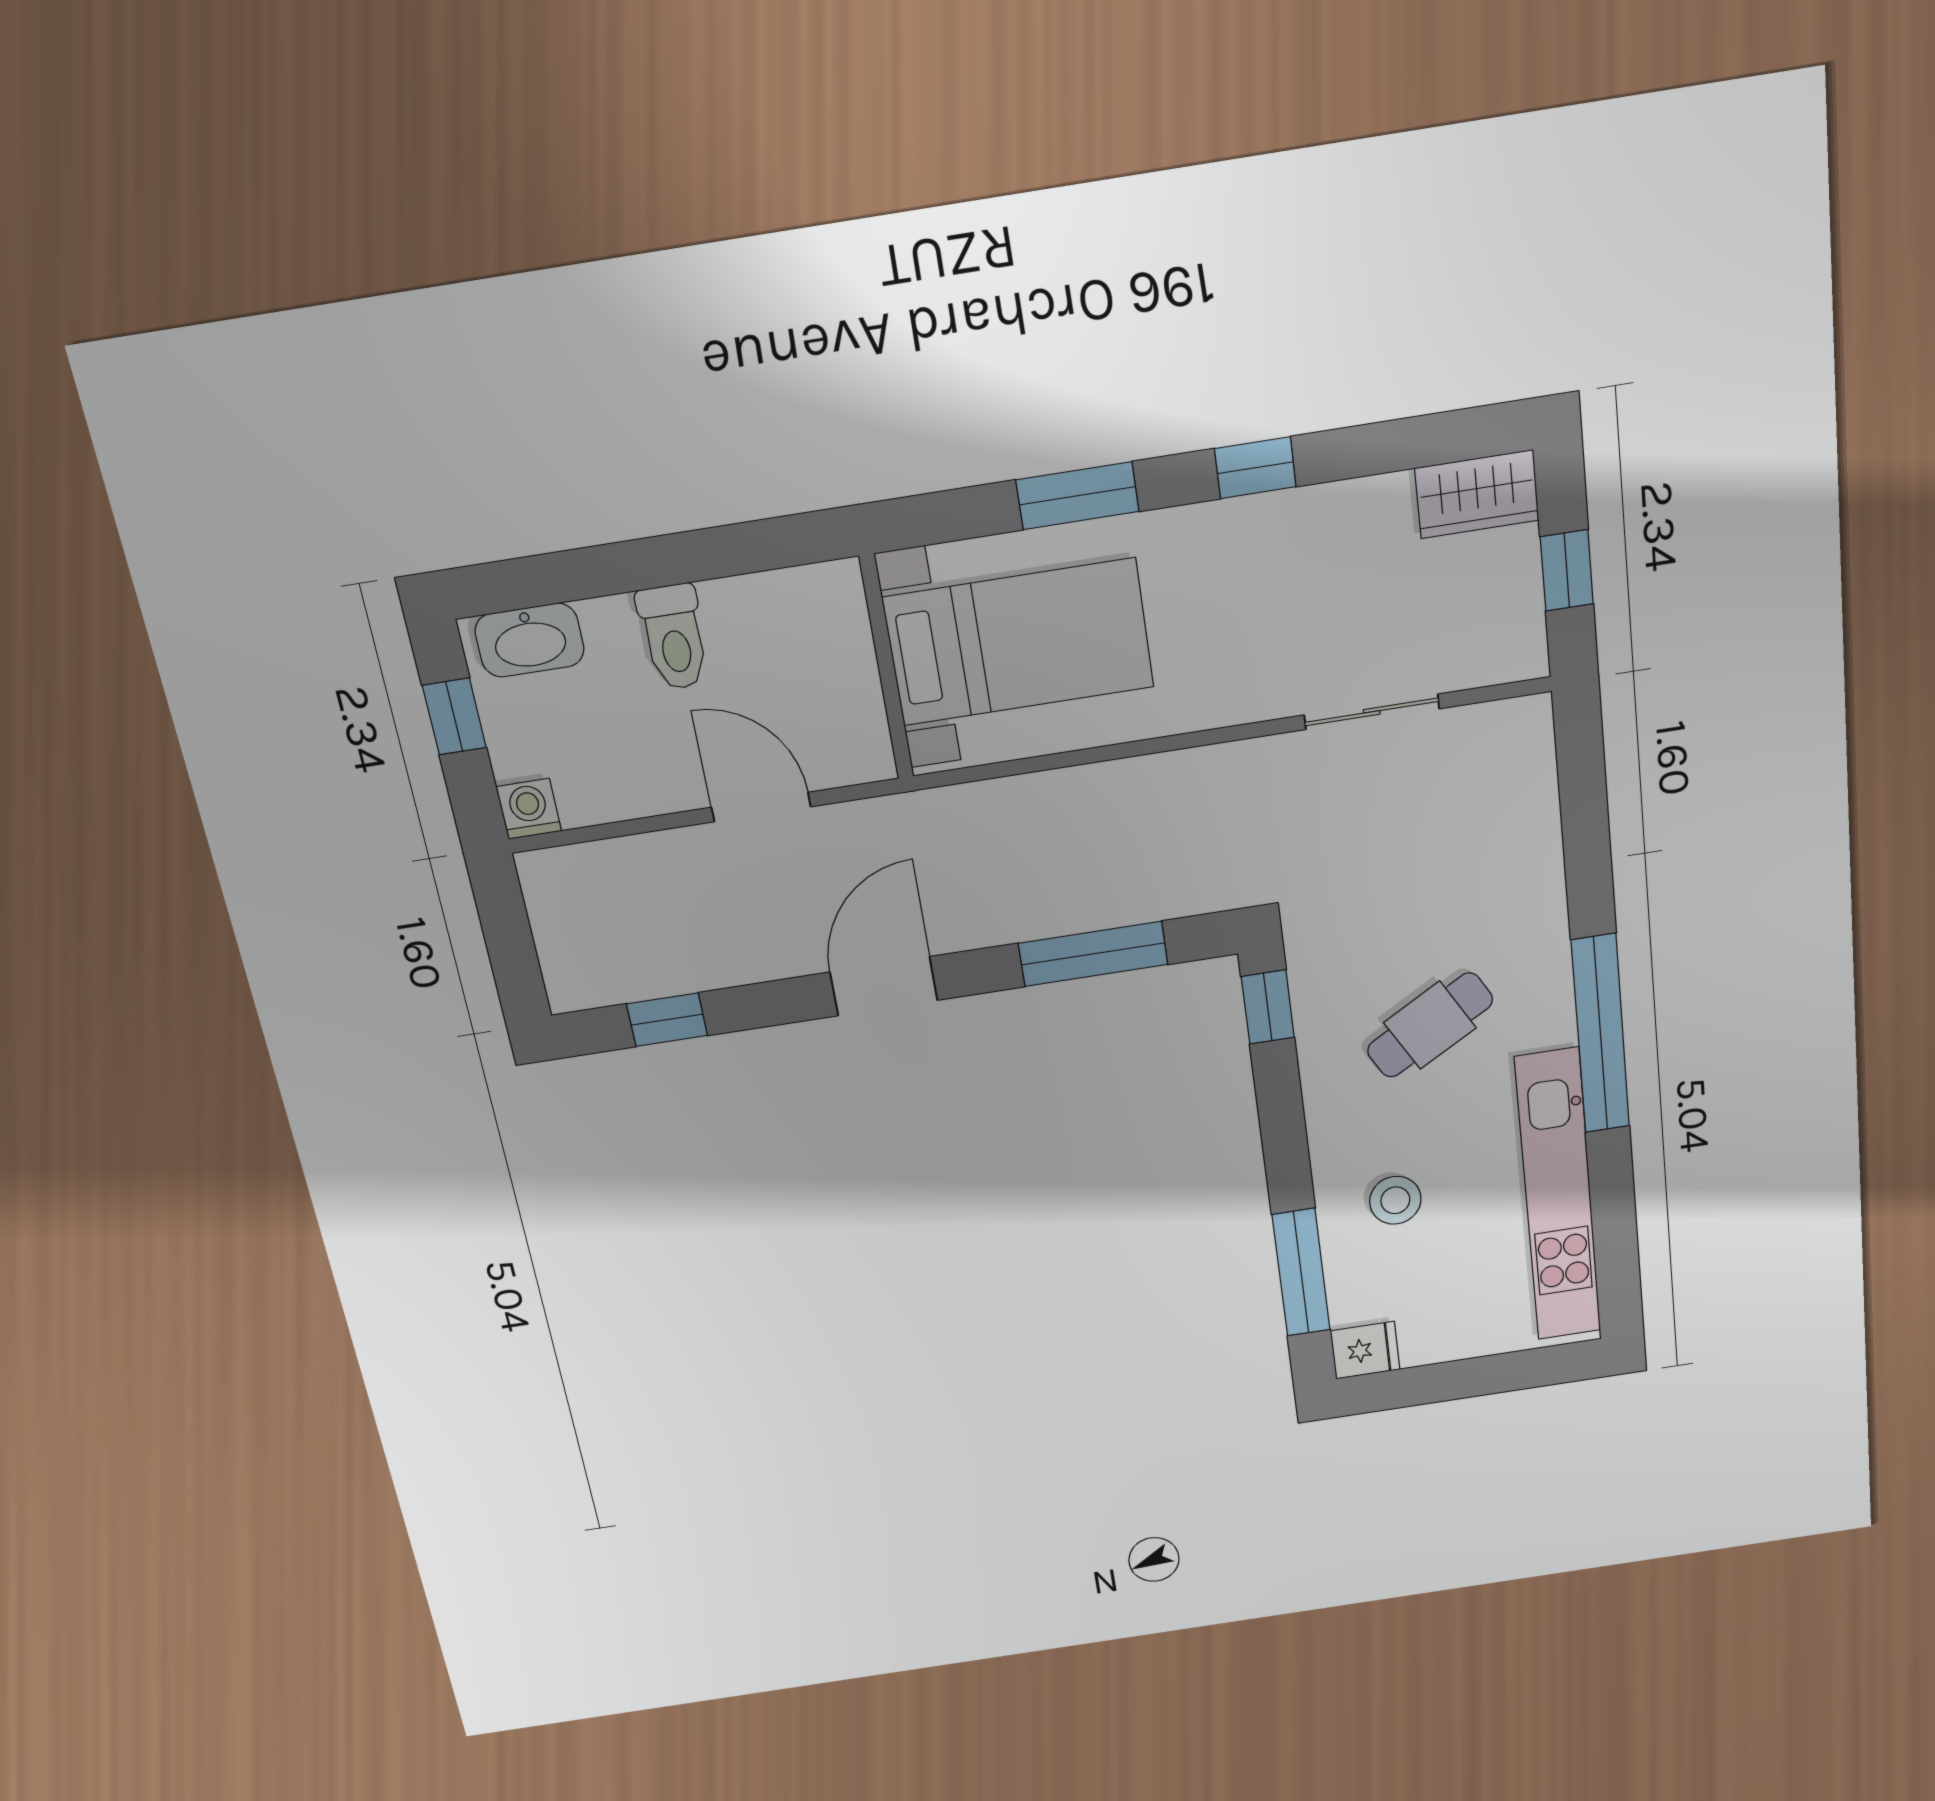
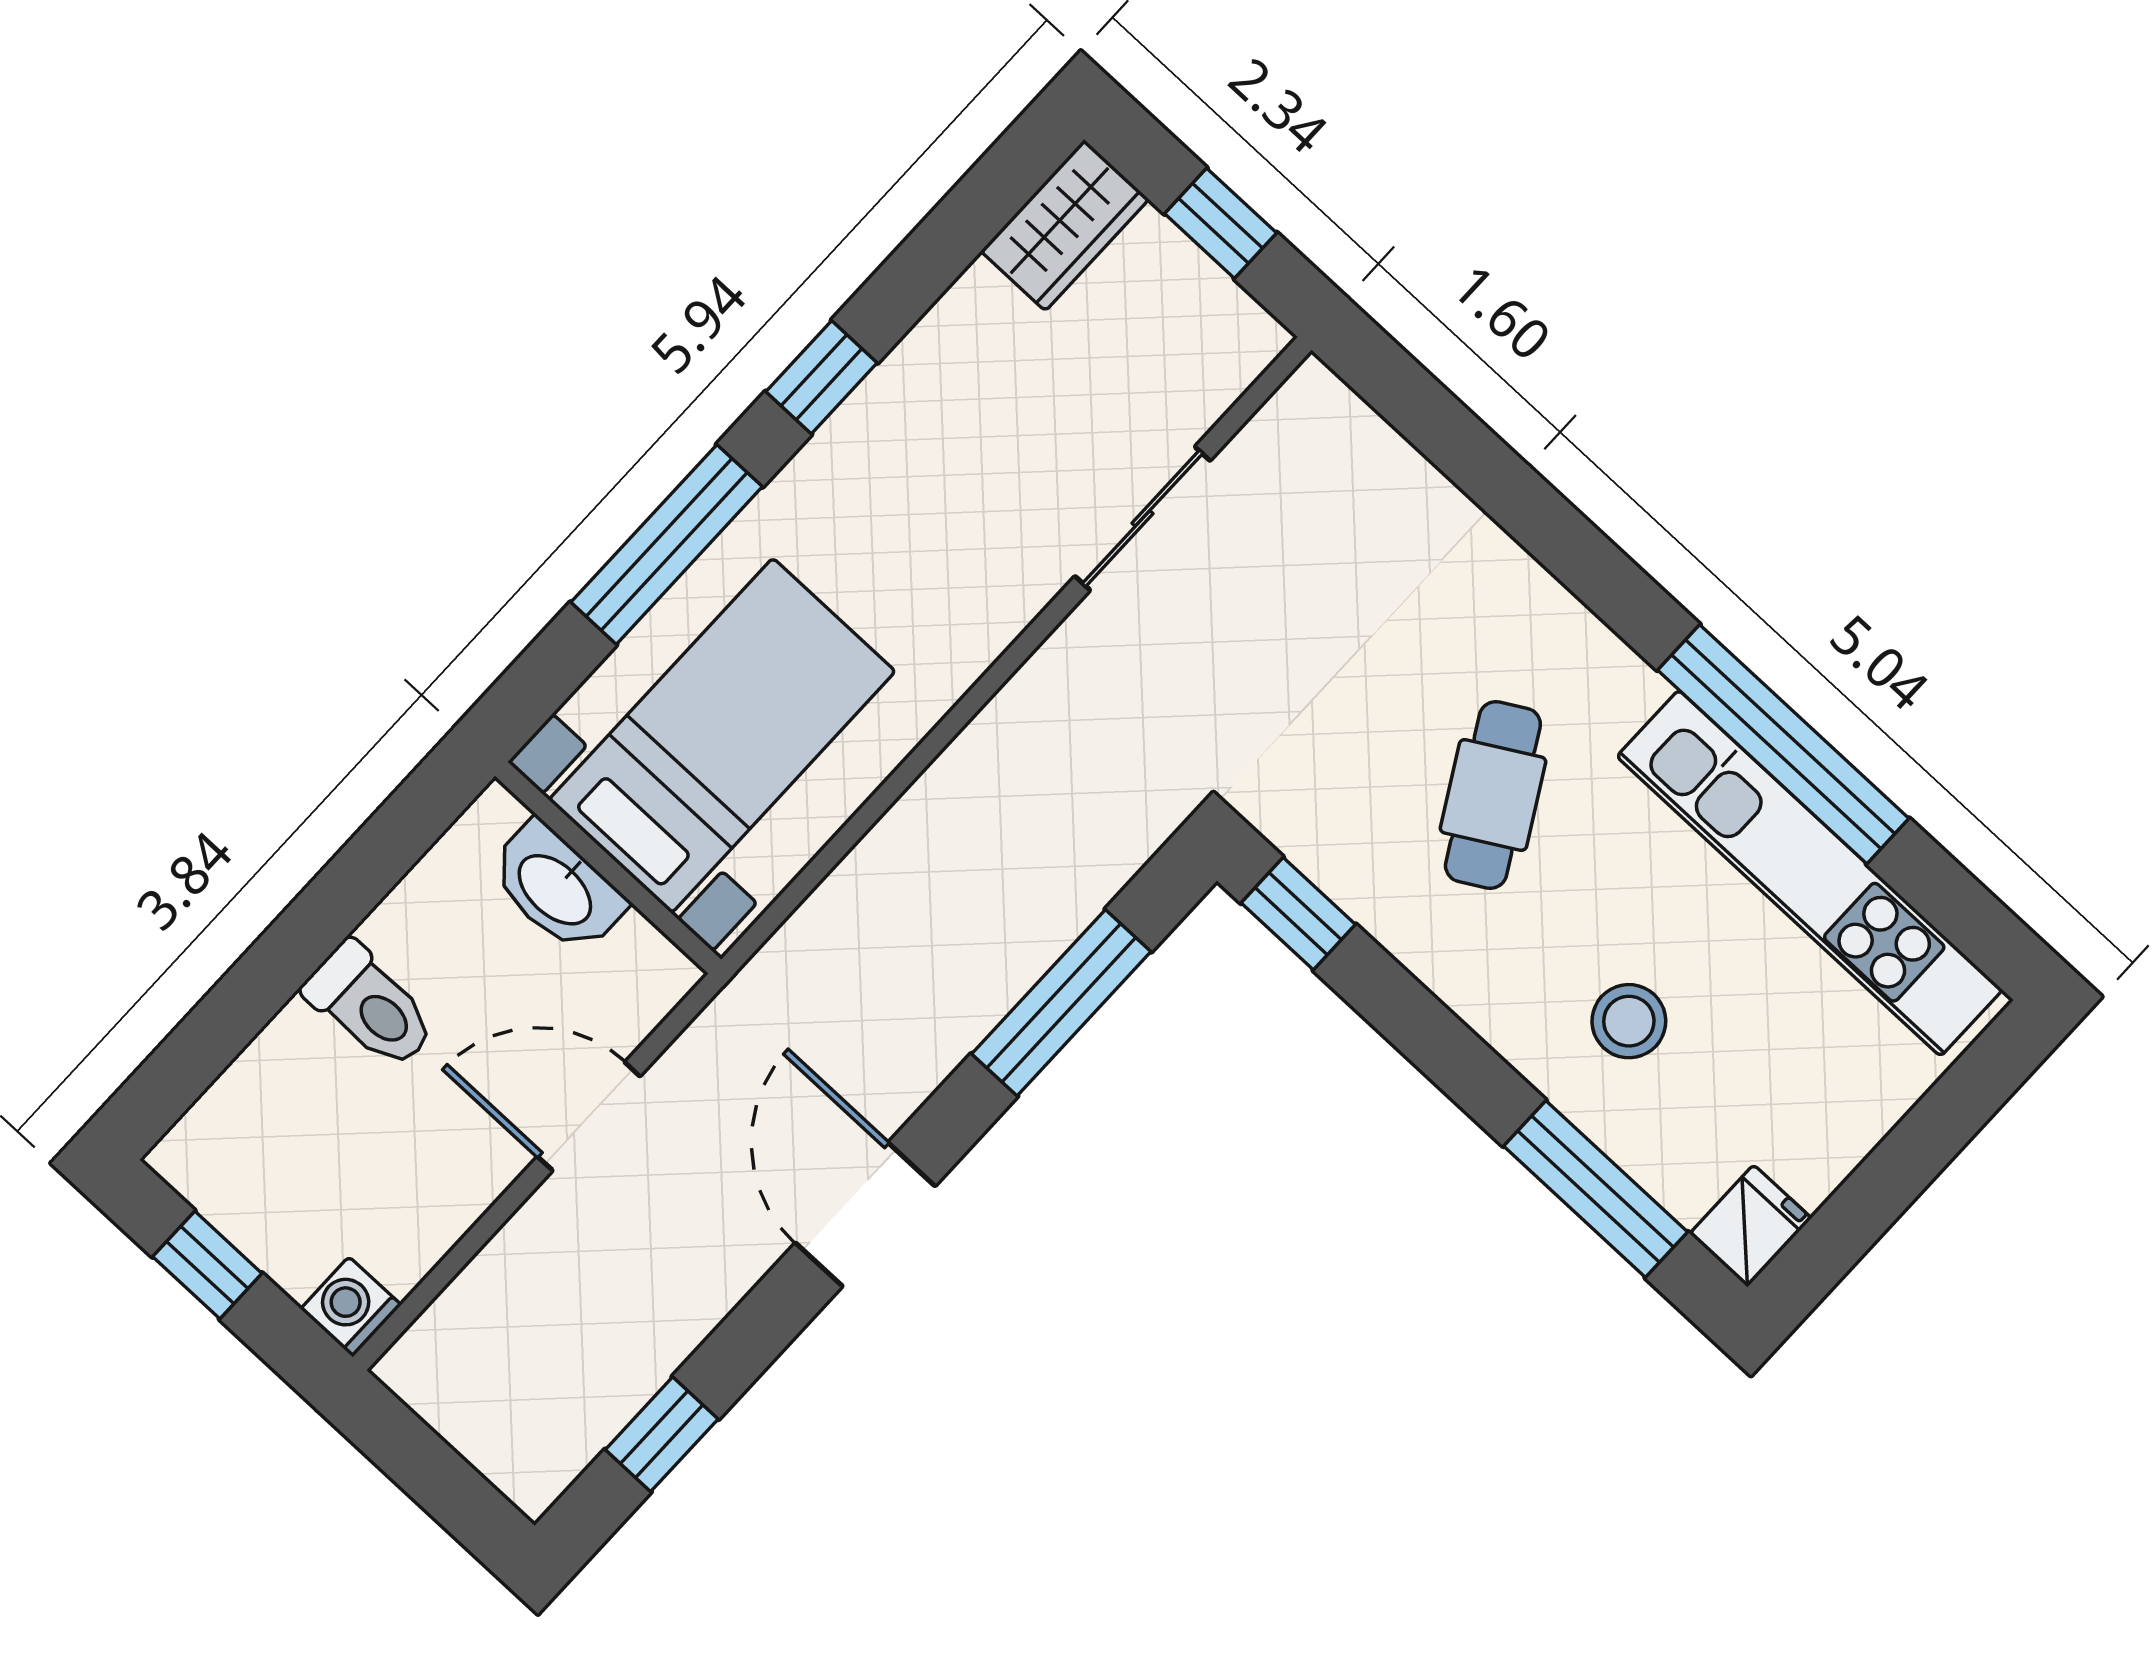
window: (1077, 496) -> (667, 544), width x1.44
washbasin: (530, 640) -> (556, 888), moved, turned 90
window: (1600, 1034) -> (1783, 744), moved

